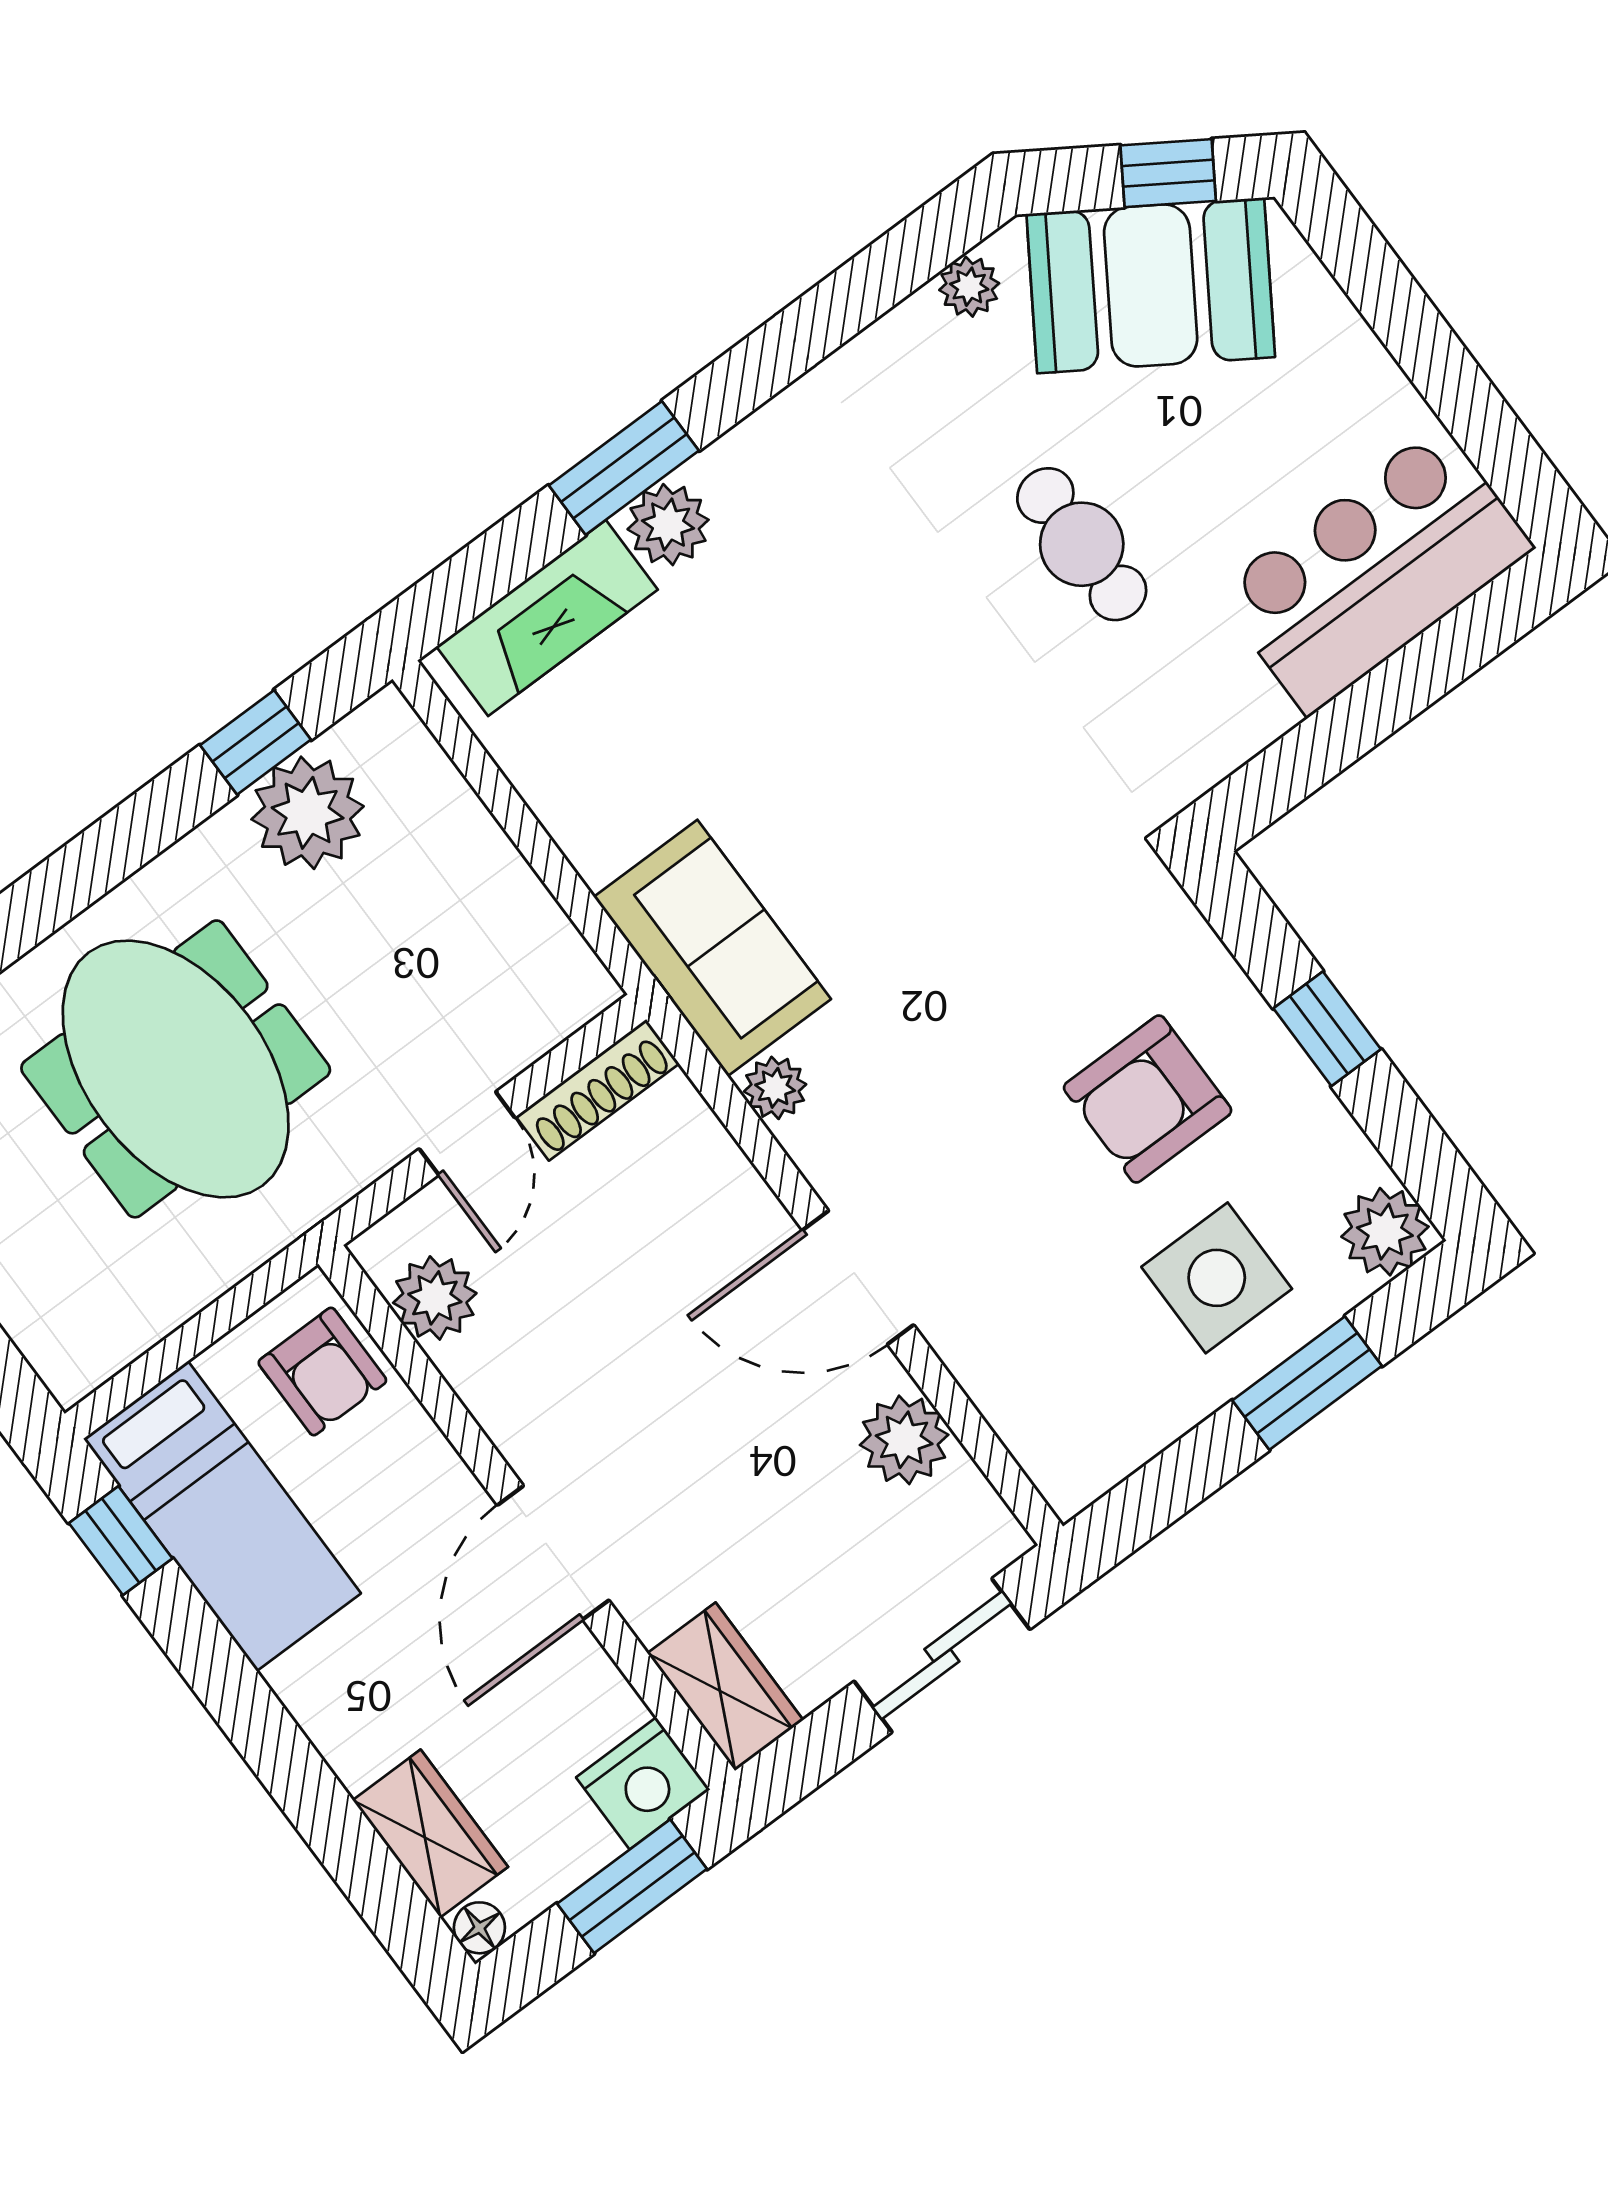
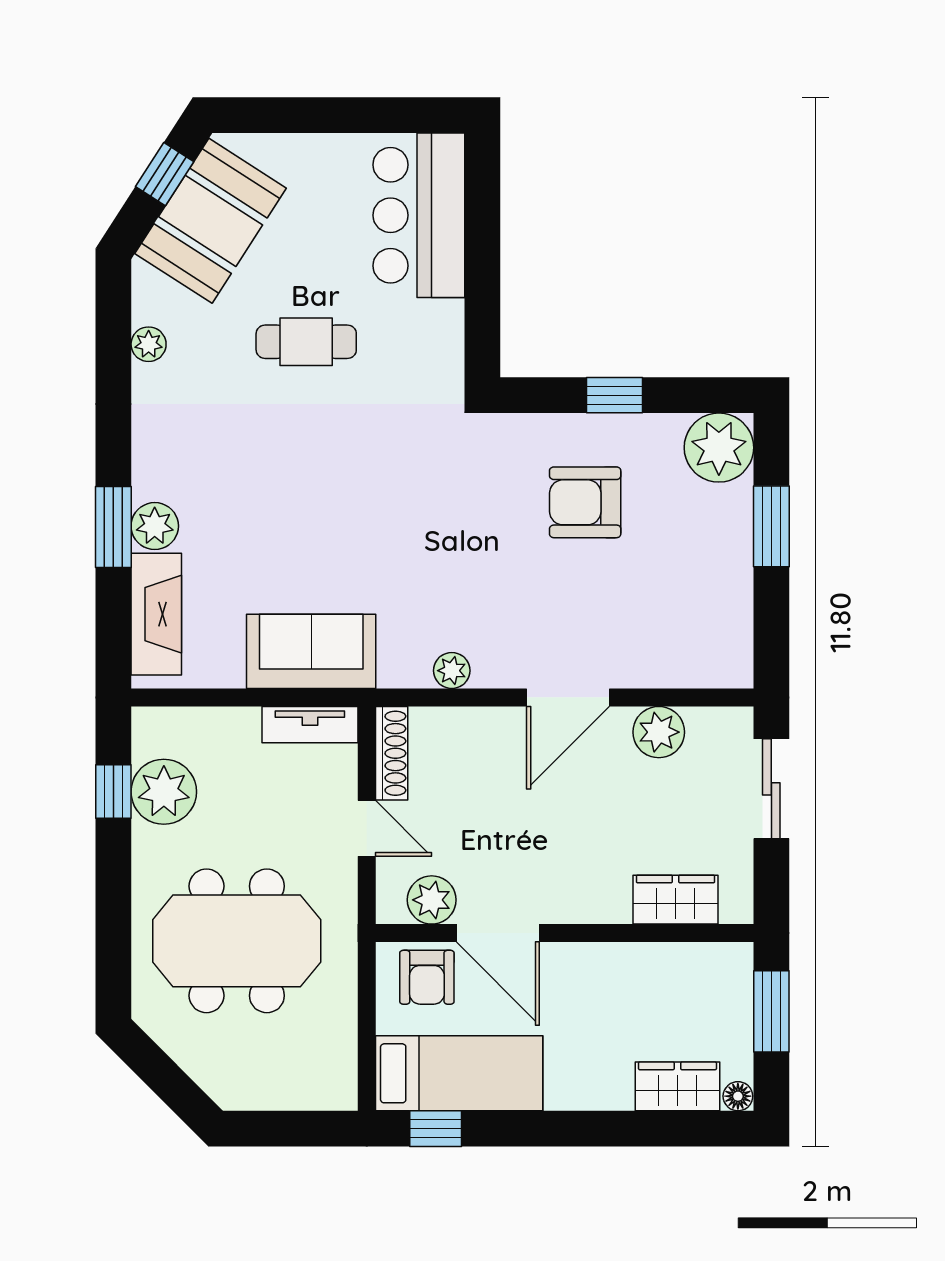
plant: (969, 287) -> (149, 344), moved
tv unit: (553, 947) -> (310, 725), added
sofa: (712, 948) -> (311, 651), moved
armchair: (1148, 1099) -> (585, 502), turned 90
plant: (1385, 1232) -> (719, 448), width x1.36, depth x1.36
side table: (1217, 1278) -> (692, 532), removed
armchair: (322, 1371) -> (427, 977), turned 90
door: (553, 1553) -> (498, 933), moved
wardrobe: (725, 1687) -> (675, 900), moved
nightstand: (643, 1783) -> (728, 971), removed

